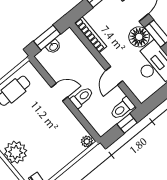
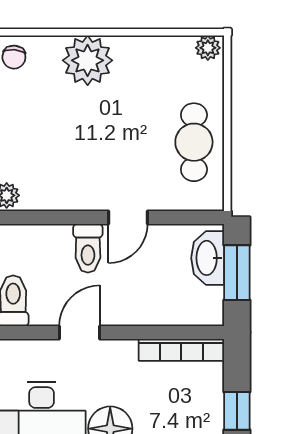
washbasin: (53, 47) -> (208, 258), width x1.91, depth x1.45
door: (114, 76) -> (80, 333), hinge flipped

